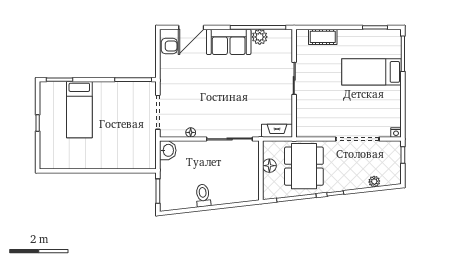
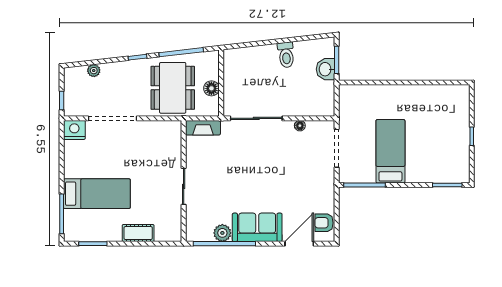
cot: (323, 37) -> (138, 233), moved
bed: (79, 110) -> (390, 151), moved
nightstand: (396, 132) -> (74, 130), width x1.89, depth x1.79
washbasin: (168, 150) -> (326, 69), moved

